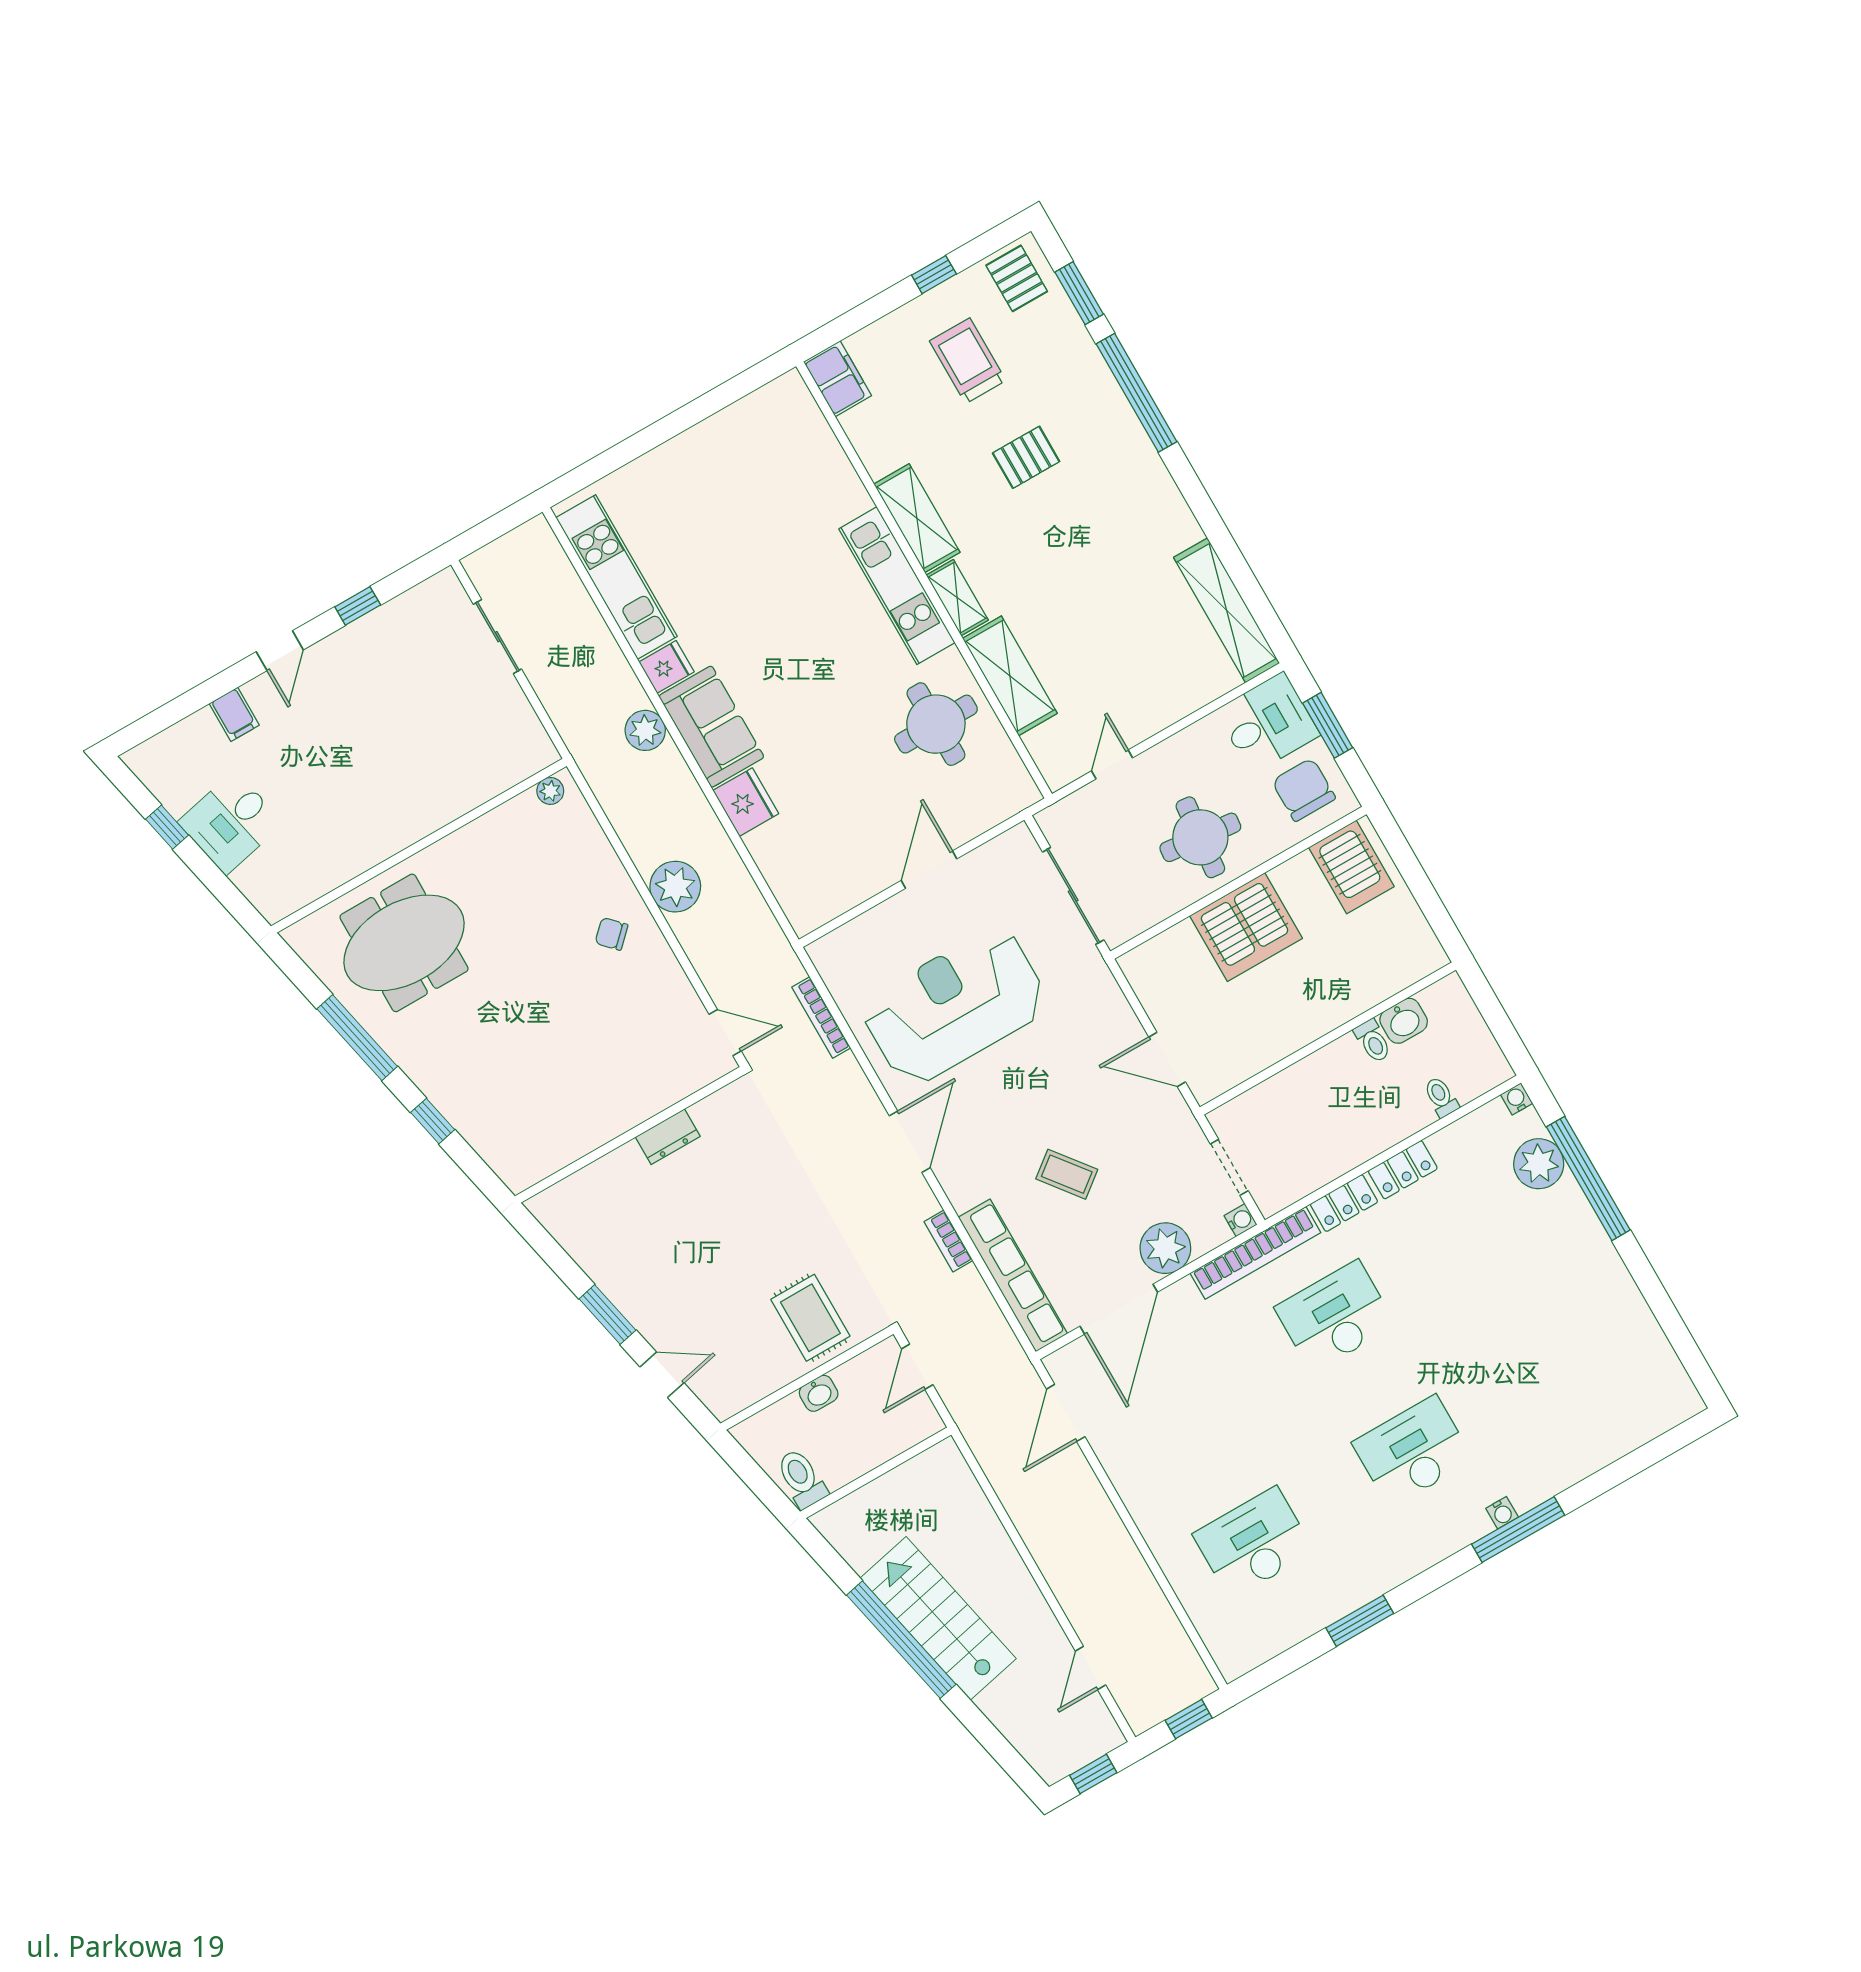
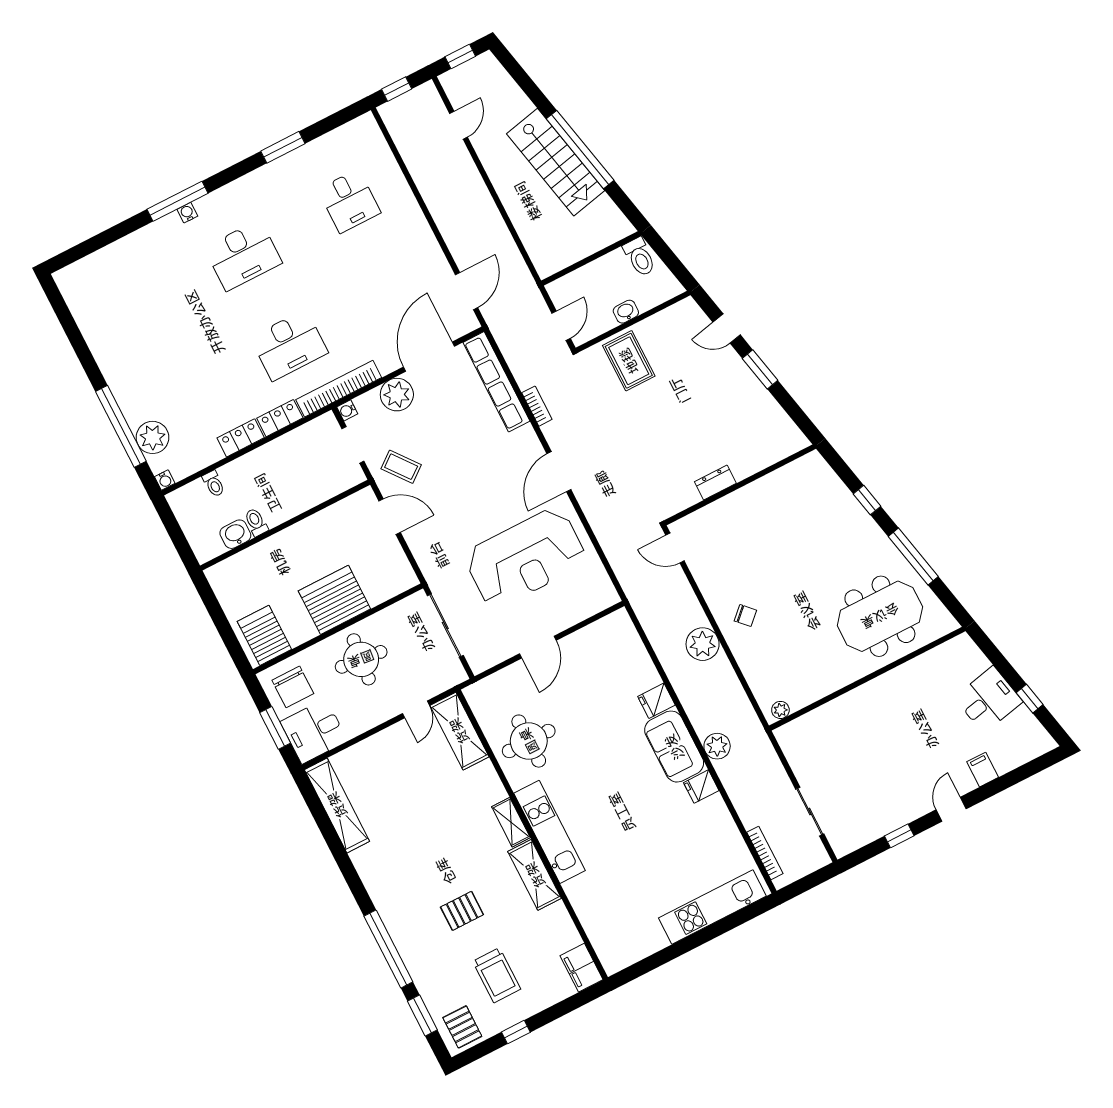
kitchen unit: (617, 577) -> (712, 907), moved, turned 90
shelving: (1010, 676) -> (459, 731), moved
fridge: (746, 802) -> (656, 701), width x0.72
bookcase: (821, 1018) -> (765, 853), moved
coffee table: (1067, 1174) -> (401, 467), moved
desk: (1253, 1543) -> (349, 201), width x0.73

